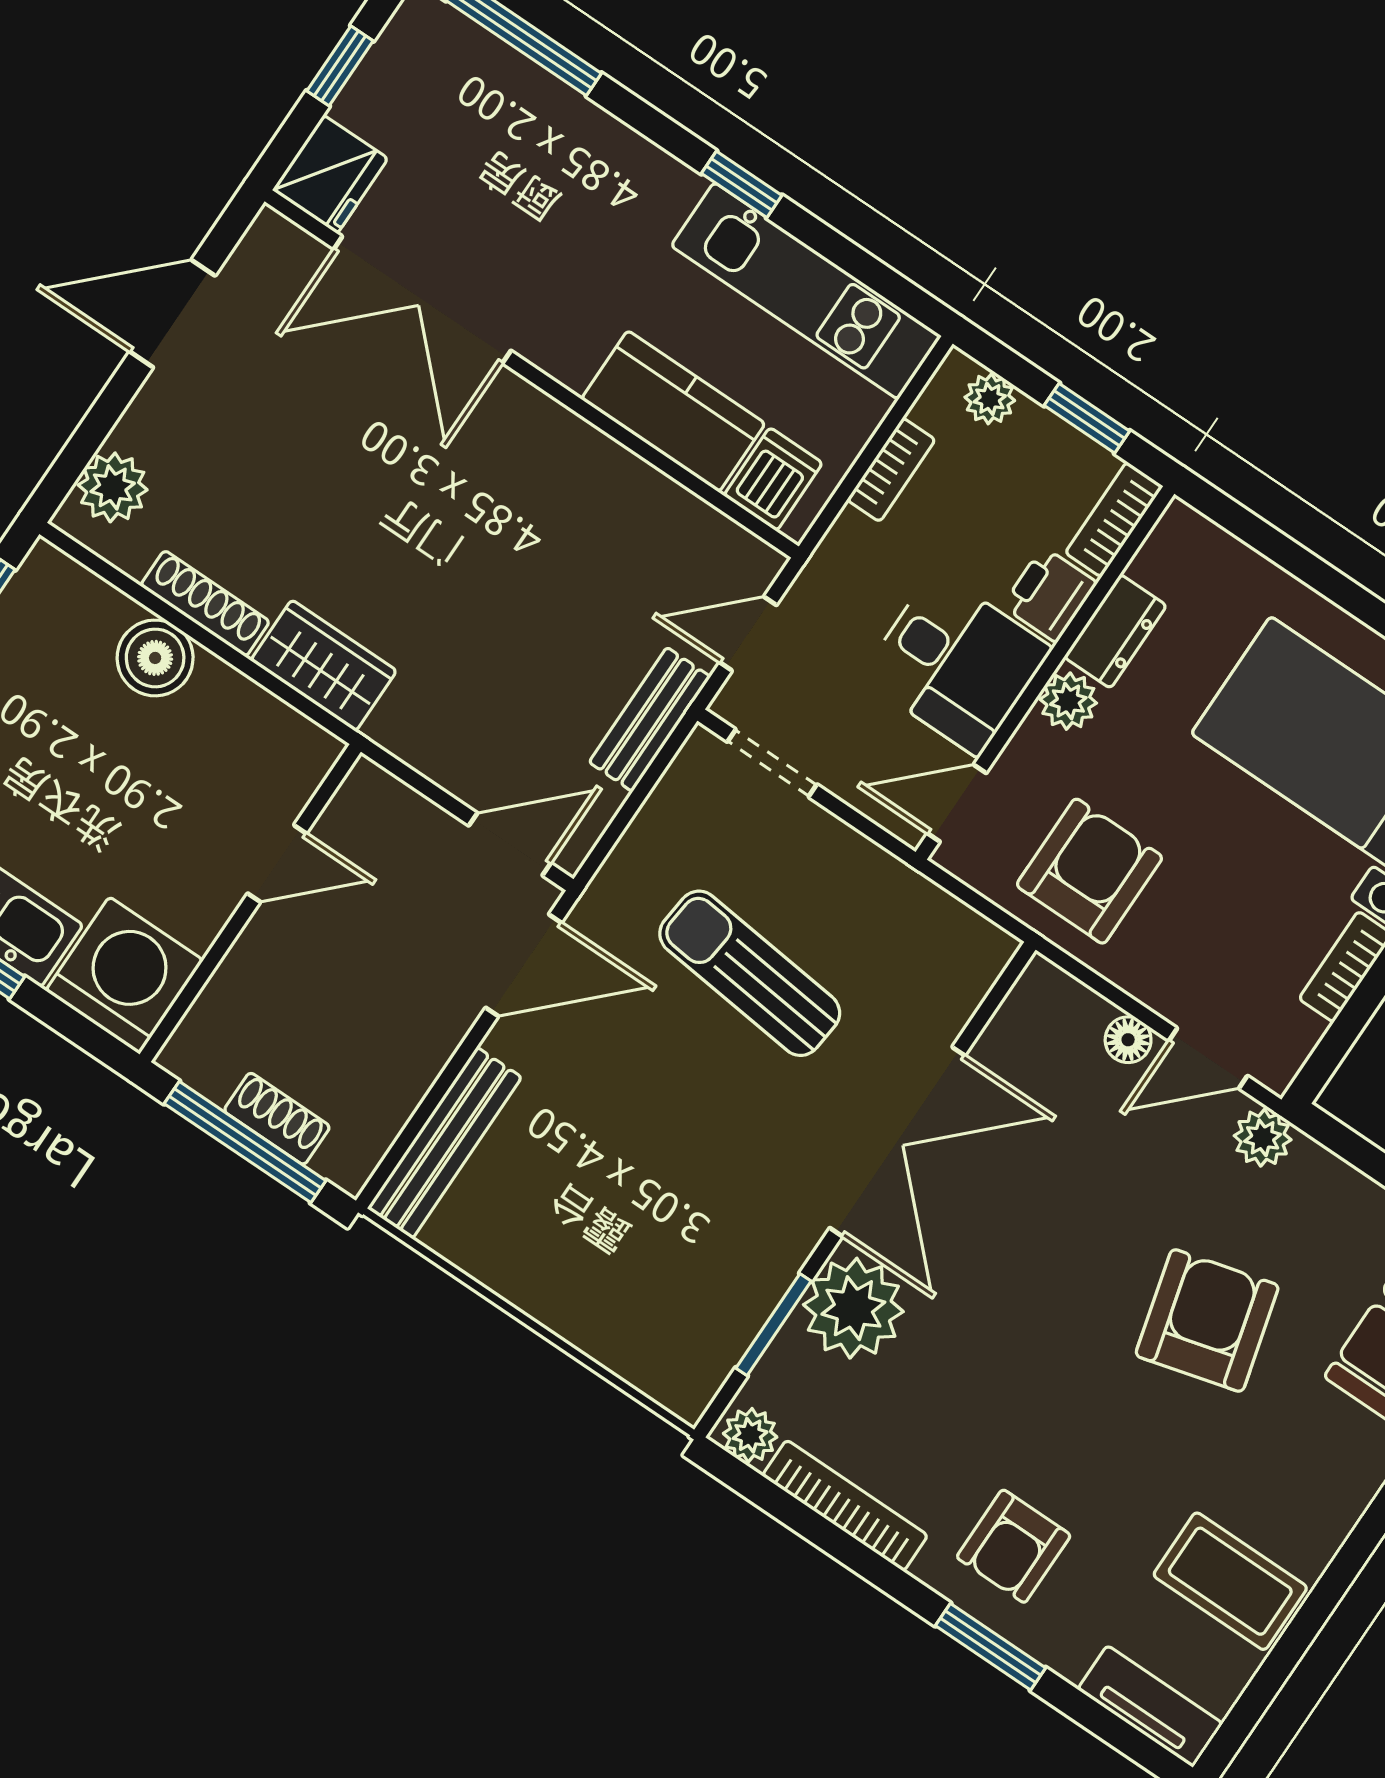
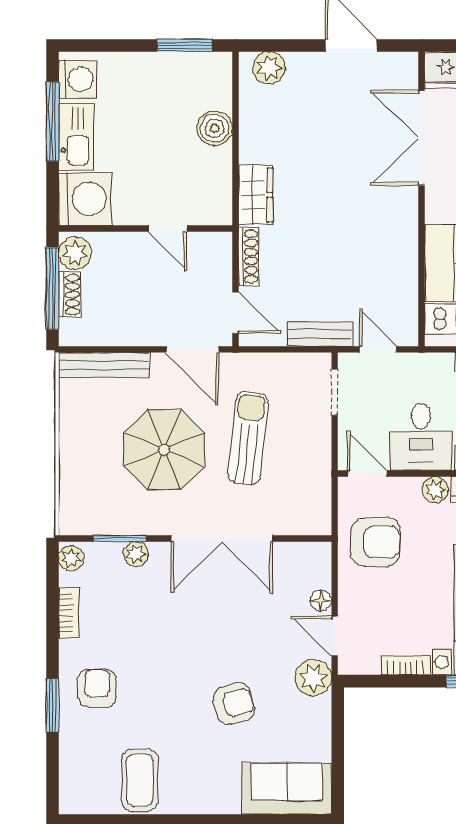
shoe rack: (205, 604) -> (249, 257), moved
plant: (209, 1059) -> (75, 253), added
parasol: (668, 1137) -> (164, 450), added
plant: (1263, 1138) -> (313, 678), width x1.38, depth x1.38
plant: (853, 1308) -> (136, 554), width x0.53, depth x0.53
armchair: (1207, 1321) -> (234, 704), width x0.72, depth x0.72
bookcase: (845, 1506) -> (69, 613), width x0.64
armchair: (1014, 1546) -> (97, 688), turned 90
tv unit: (1150, 1706) -> (71, 782), removed

